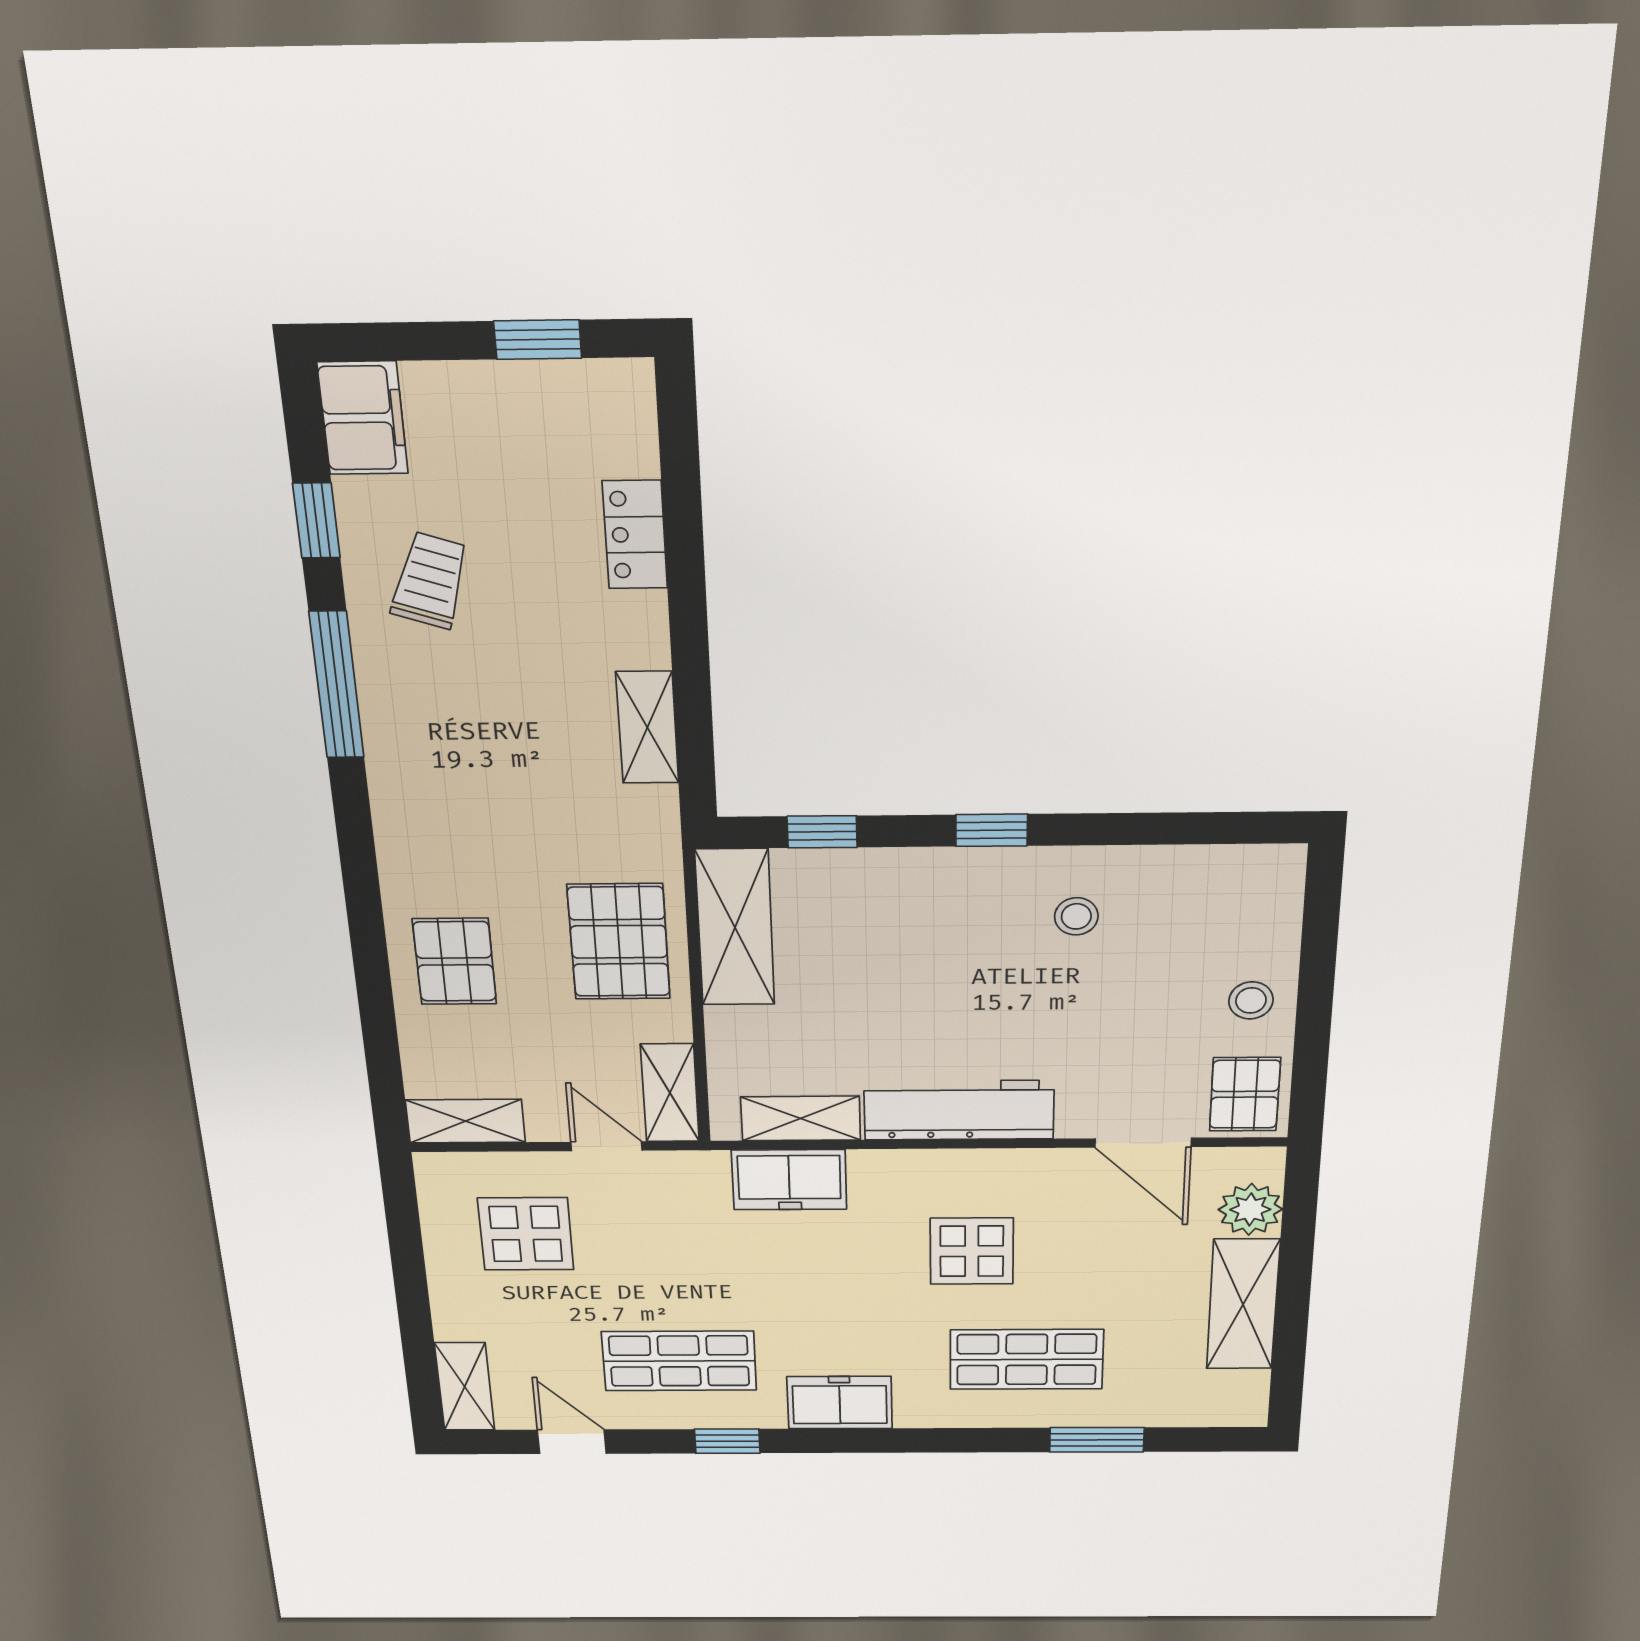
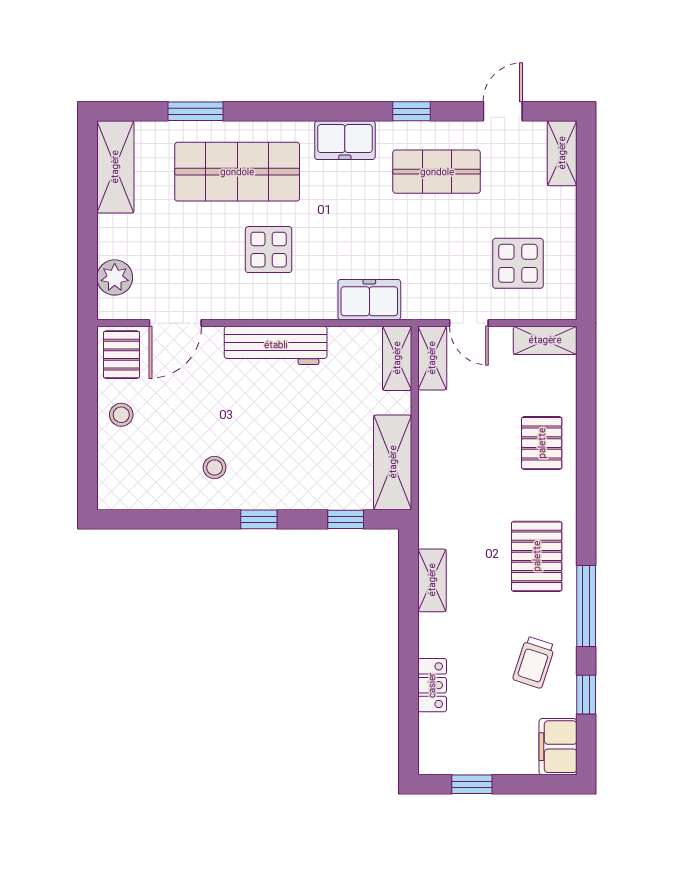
pallet: (619, 942) -> (537, 556), moved
shelving: (801, 1118) -> (397, 358), moved, turned 90
door: (1143, 1143) -> (175, 323), swing flipped
shelving: (1243, 1304) -> (115, 167), moved
shop shelf: (1027, 1359) -> (237, 172), width x1.43, depth x1.36
door: (572, 1442) -> (503, 111), swing flipped

